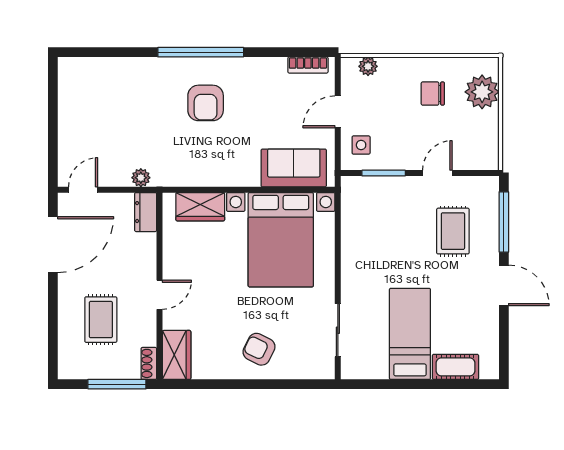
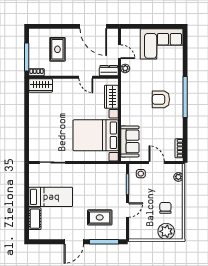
corner sofa: (89, 101) -> (162, 44), added
door: (437, 173) -> (127, 210), hinge flipped
door: (83, 190) -> (119, 52), moved
door: (159, 295) -> (86, 77), moved
rug: (101, 320) -> (57, 49), turned 90
armchair: (259, 349) -> (43, 125), removed

